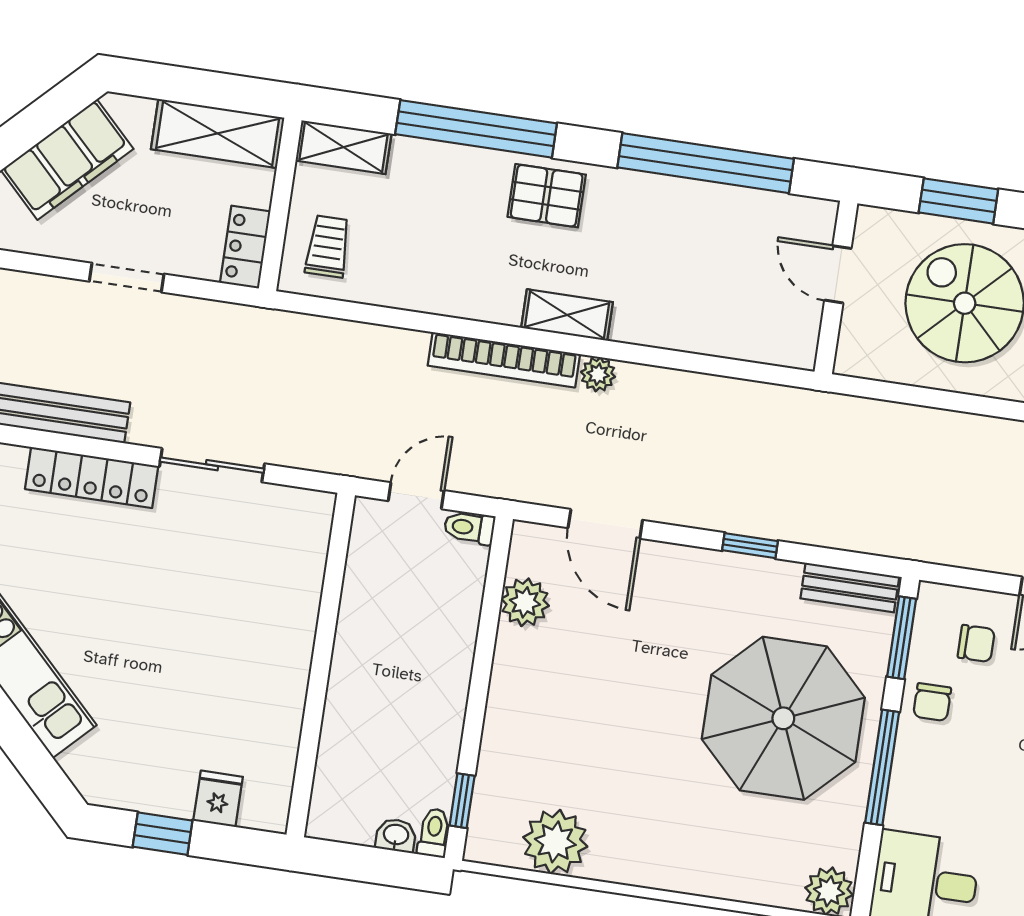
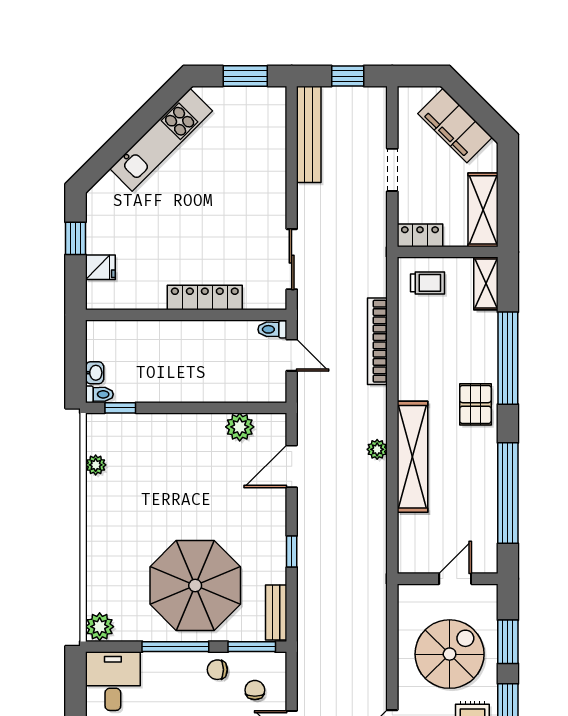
shelving: (567, 315) -> (412, 457), width x2.20, depth x1.33
bookcase: (504, 360) -> (377, 341), moved
sliding door: (212, 465) -> (292, 259), moved
locker: (92, 477) -> (205, 297), moved, turned 90
toilet: (469, 528) -> (272, 329), moved, turned -90
chair: (976, 643) -> (255, 690), turned 180
plant: (555, 842) -> (96, 465), width x0.53, depth x0.53

